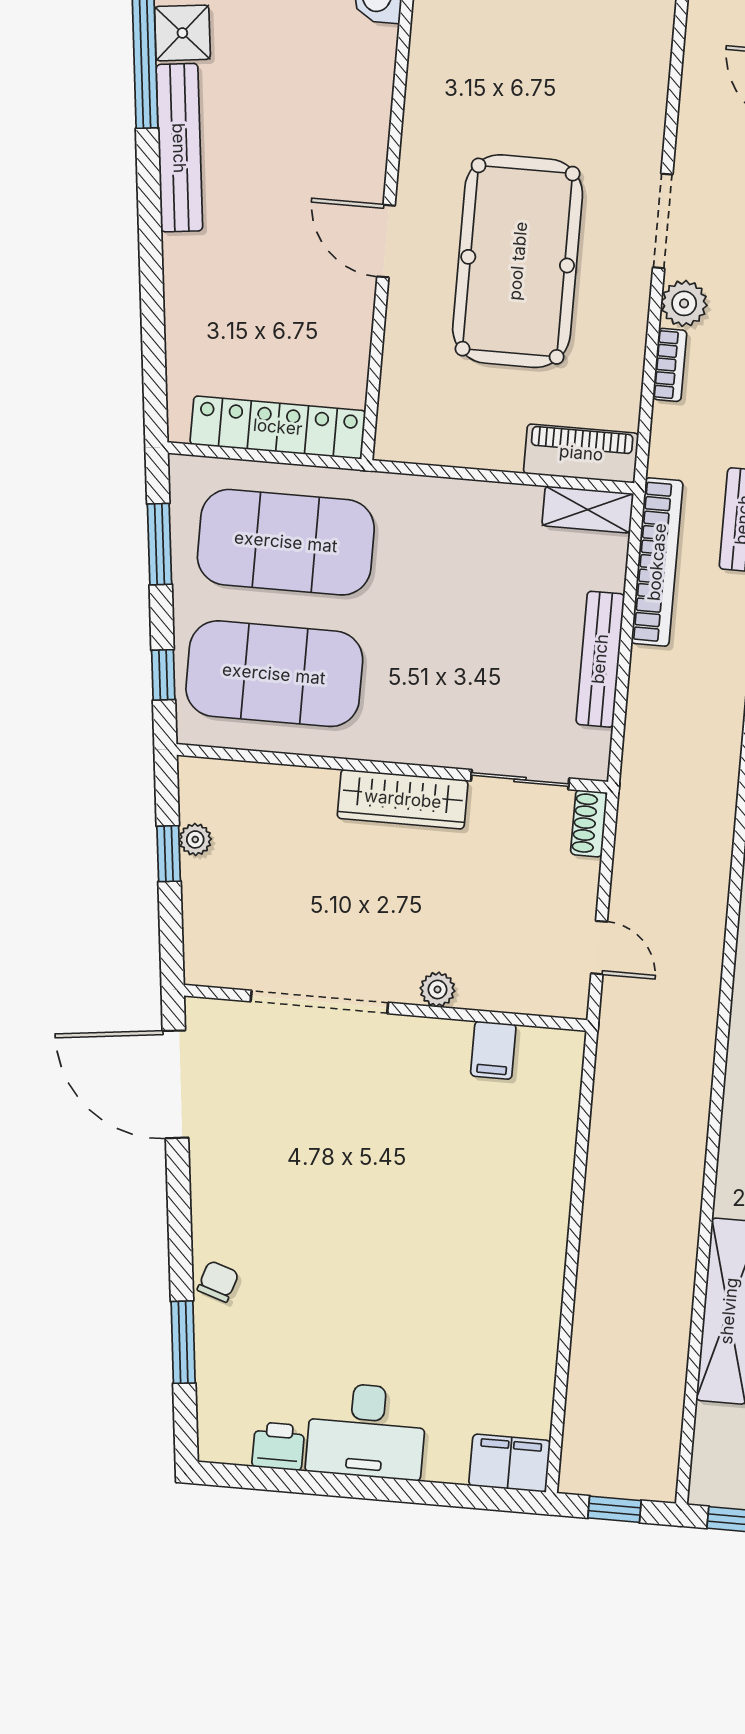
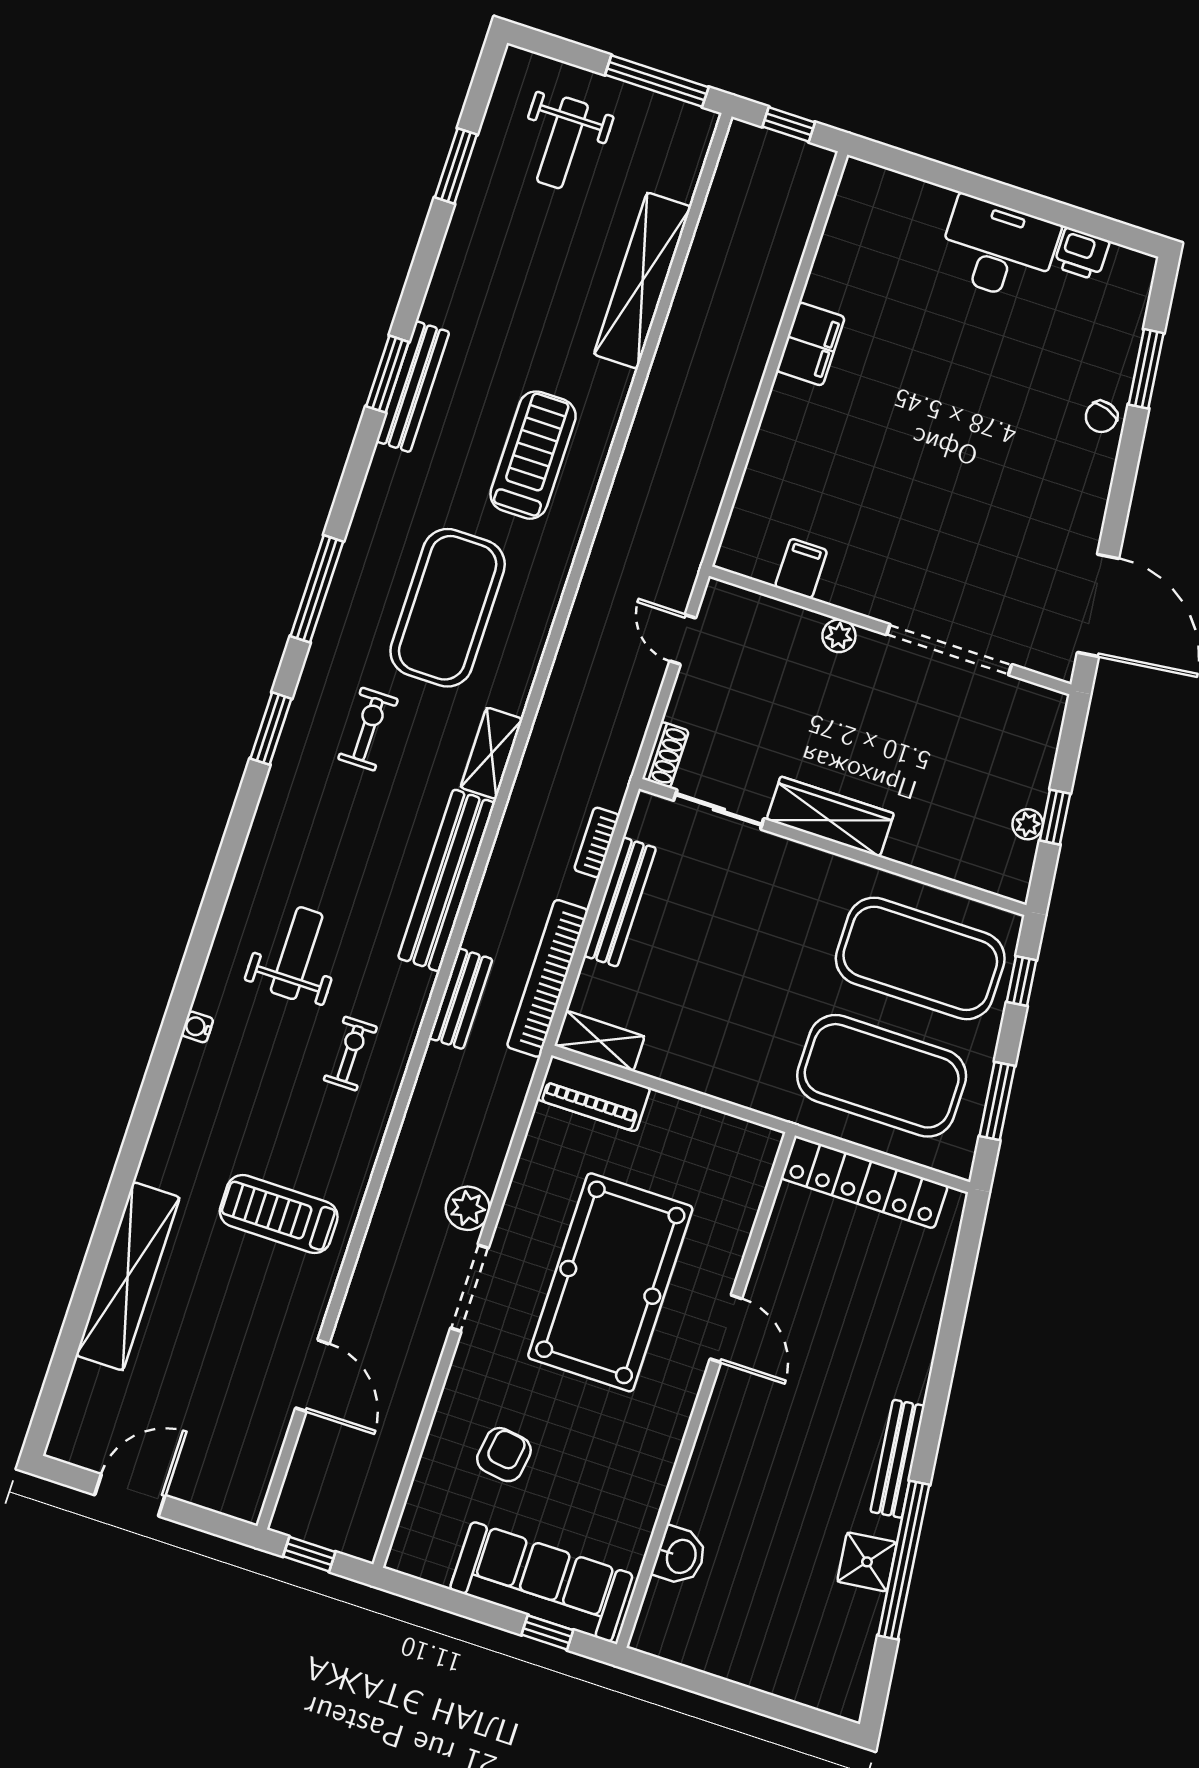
armchair: (586, 56) -> (504, 1455), added
bench: (179, 148) -> (898, 1459), width x0.73, depth x0.82
bookcase: (670, 365) -> (597, 842), moved
filing cabinet: (510, 1463) -> (811, 344), moved, turned -90

